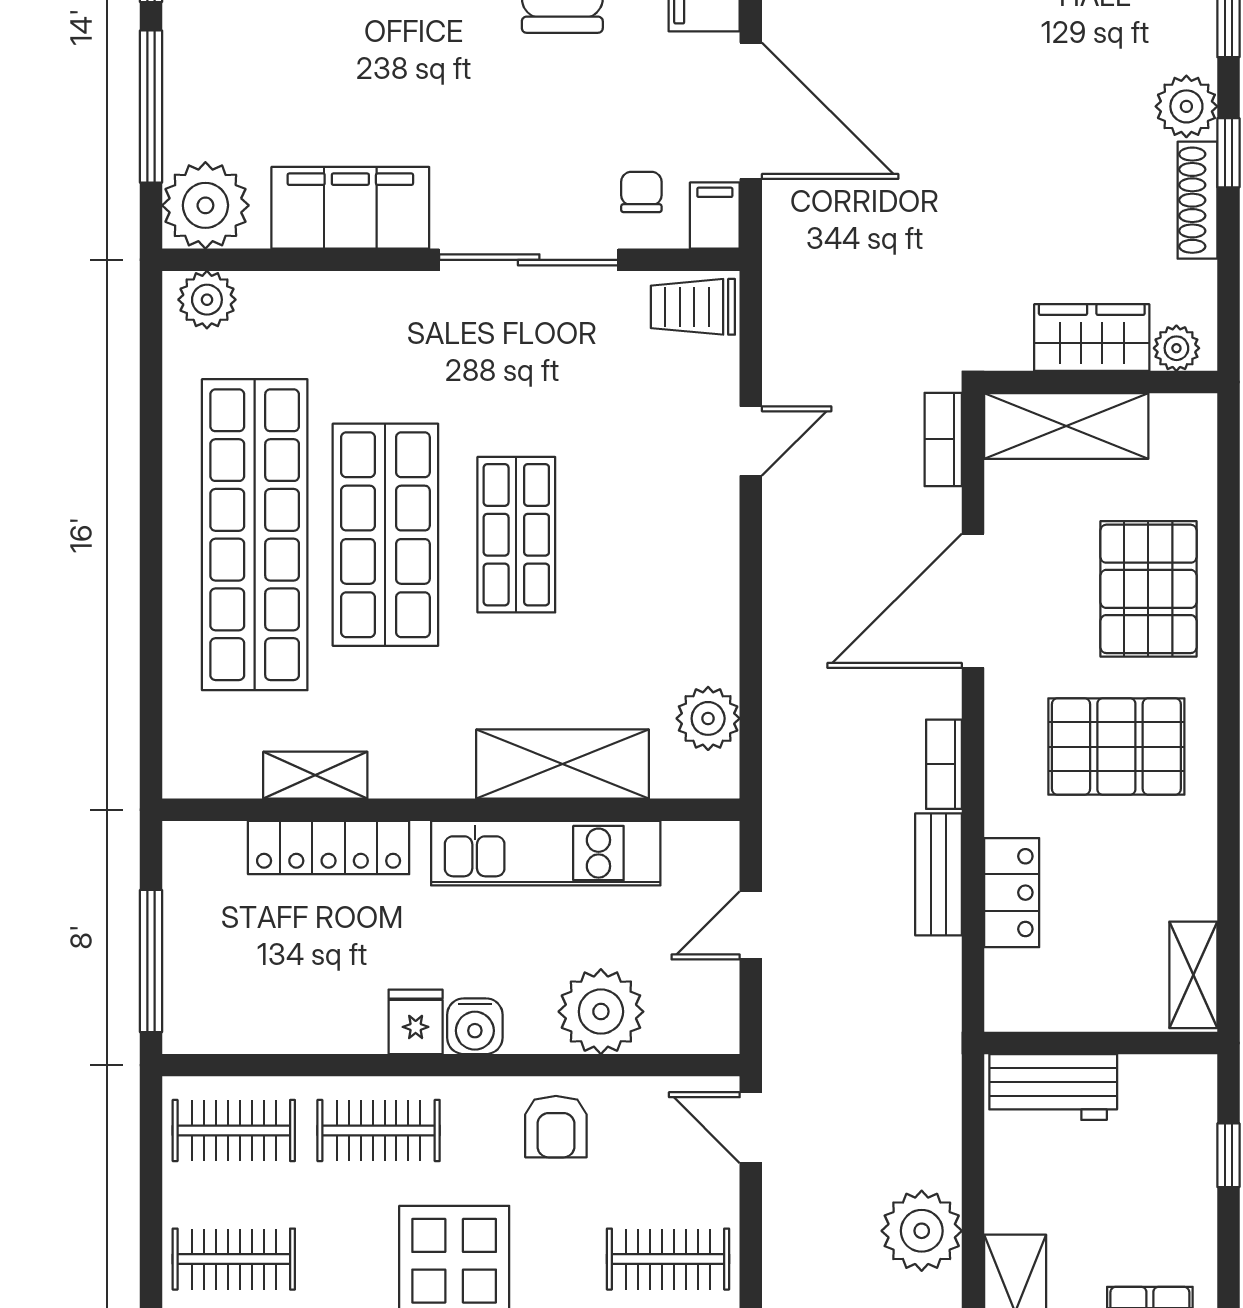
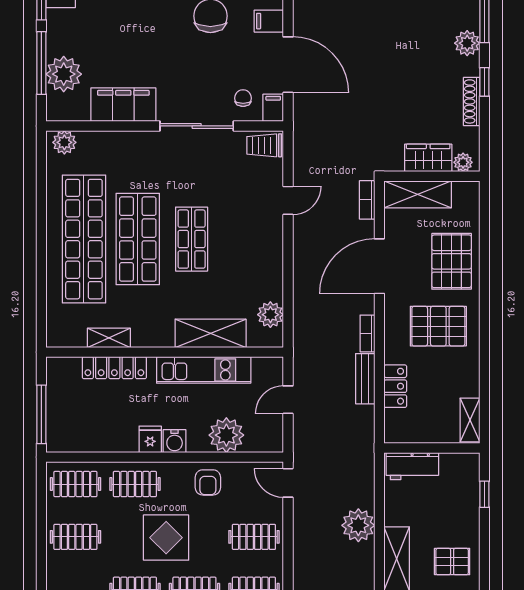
plant: (1186, 106) -> (467, 43), moved
plant: (205, 205) -> (64, 74), moved

